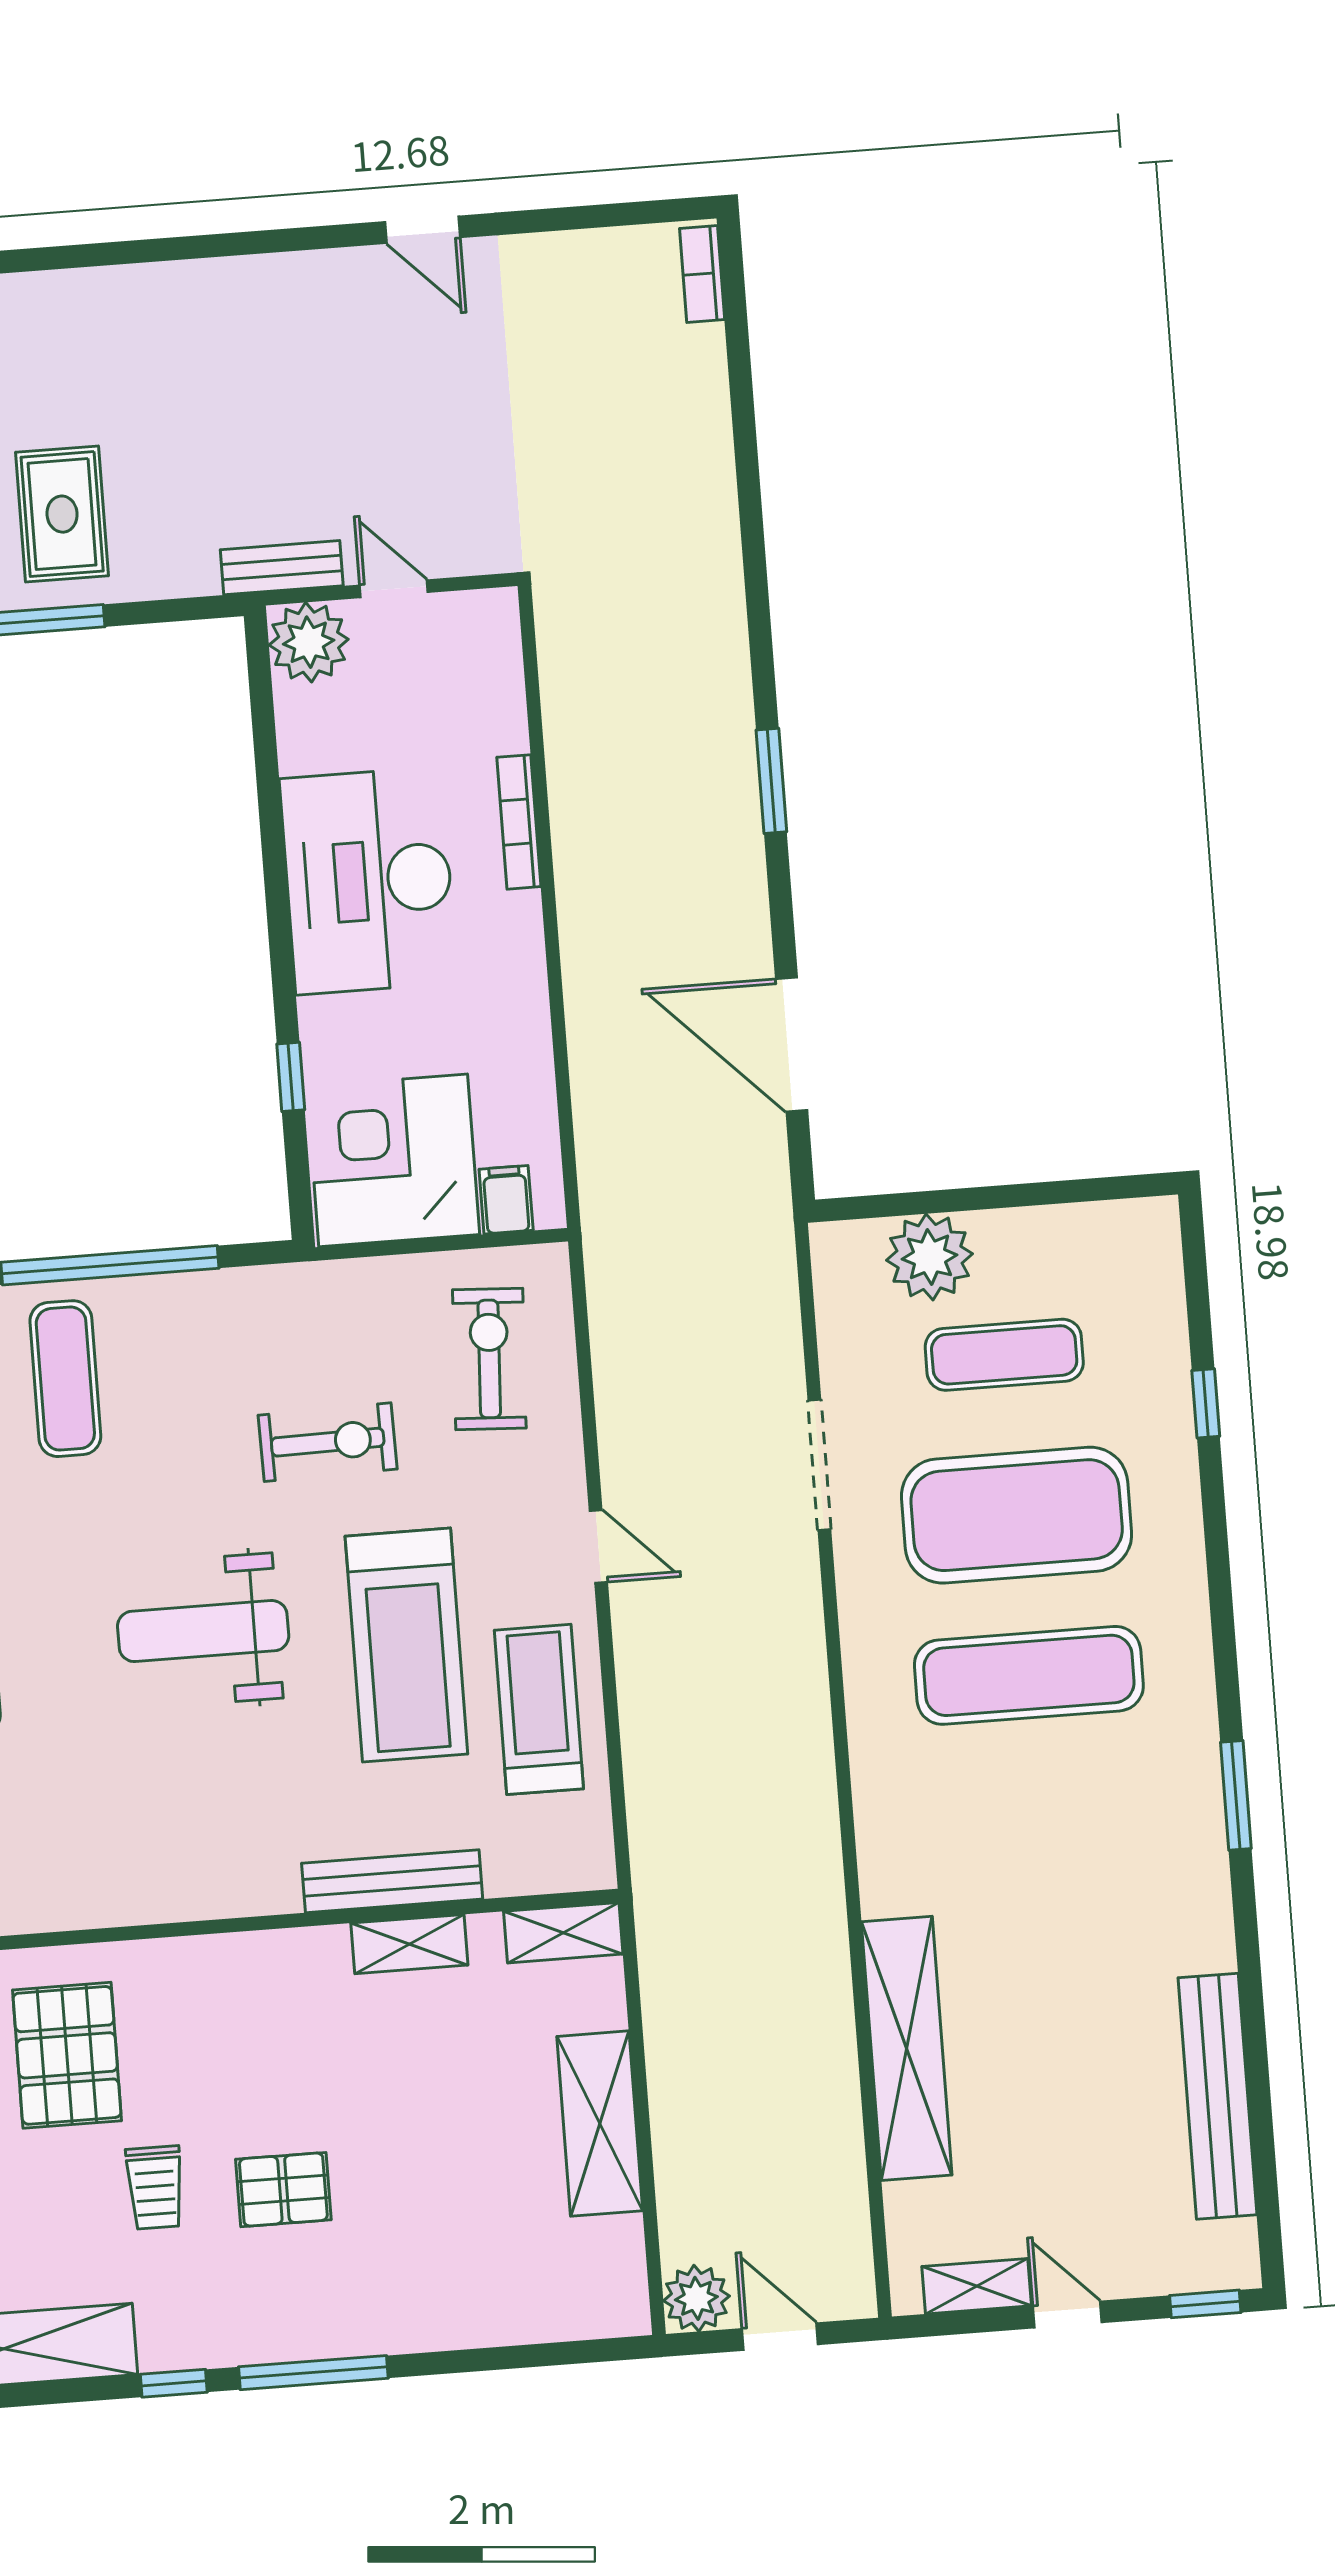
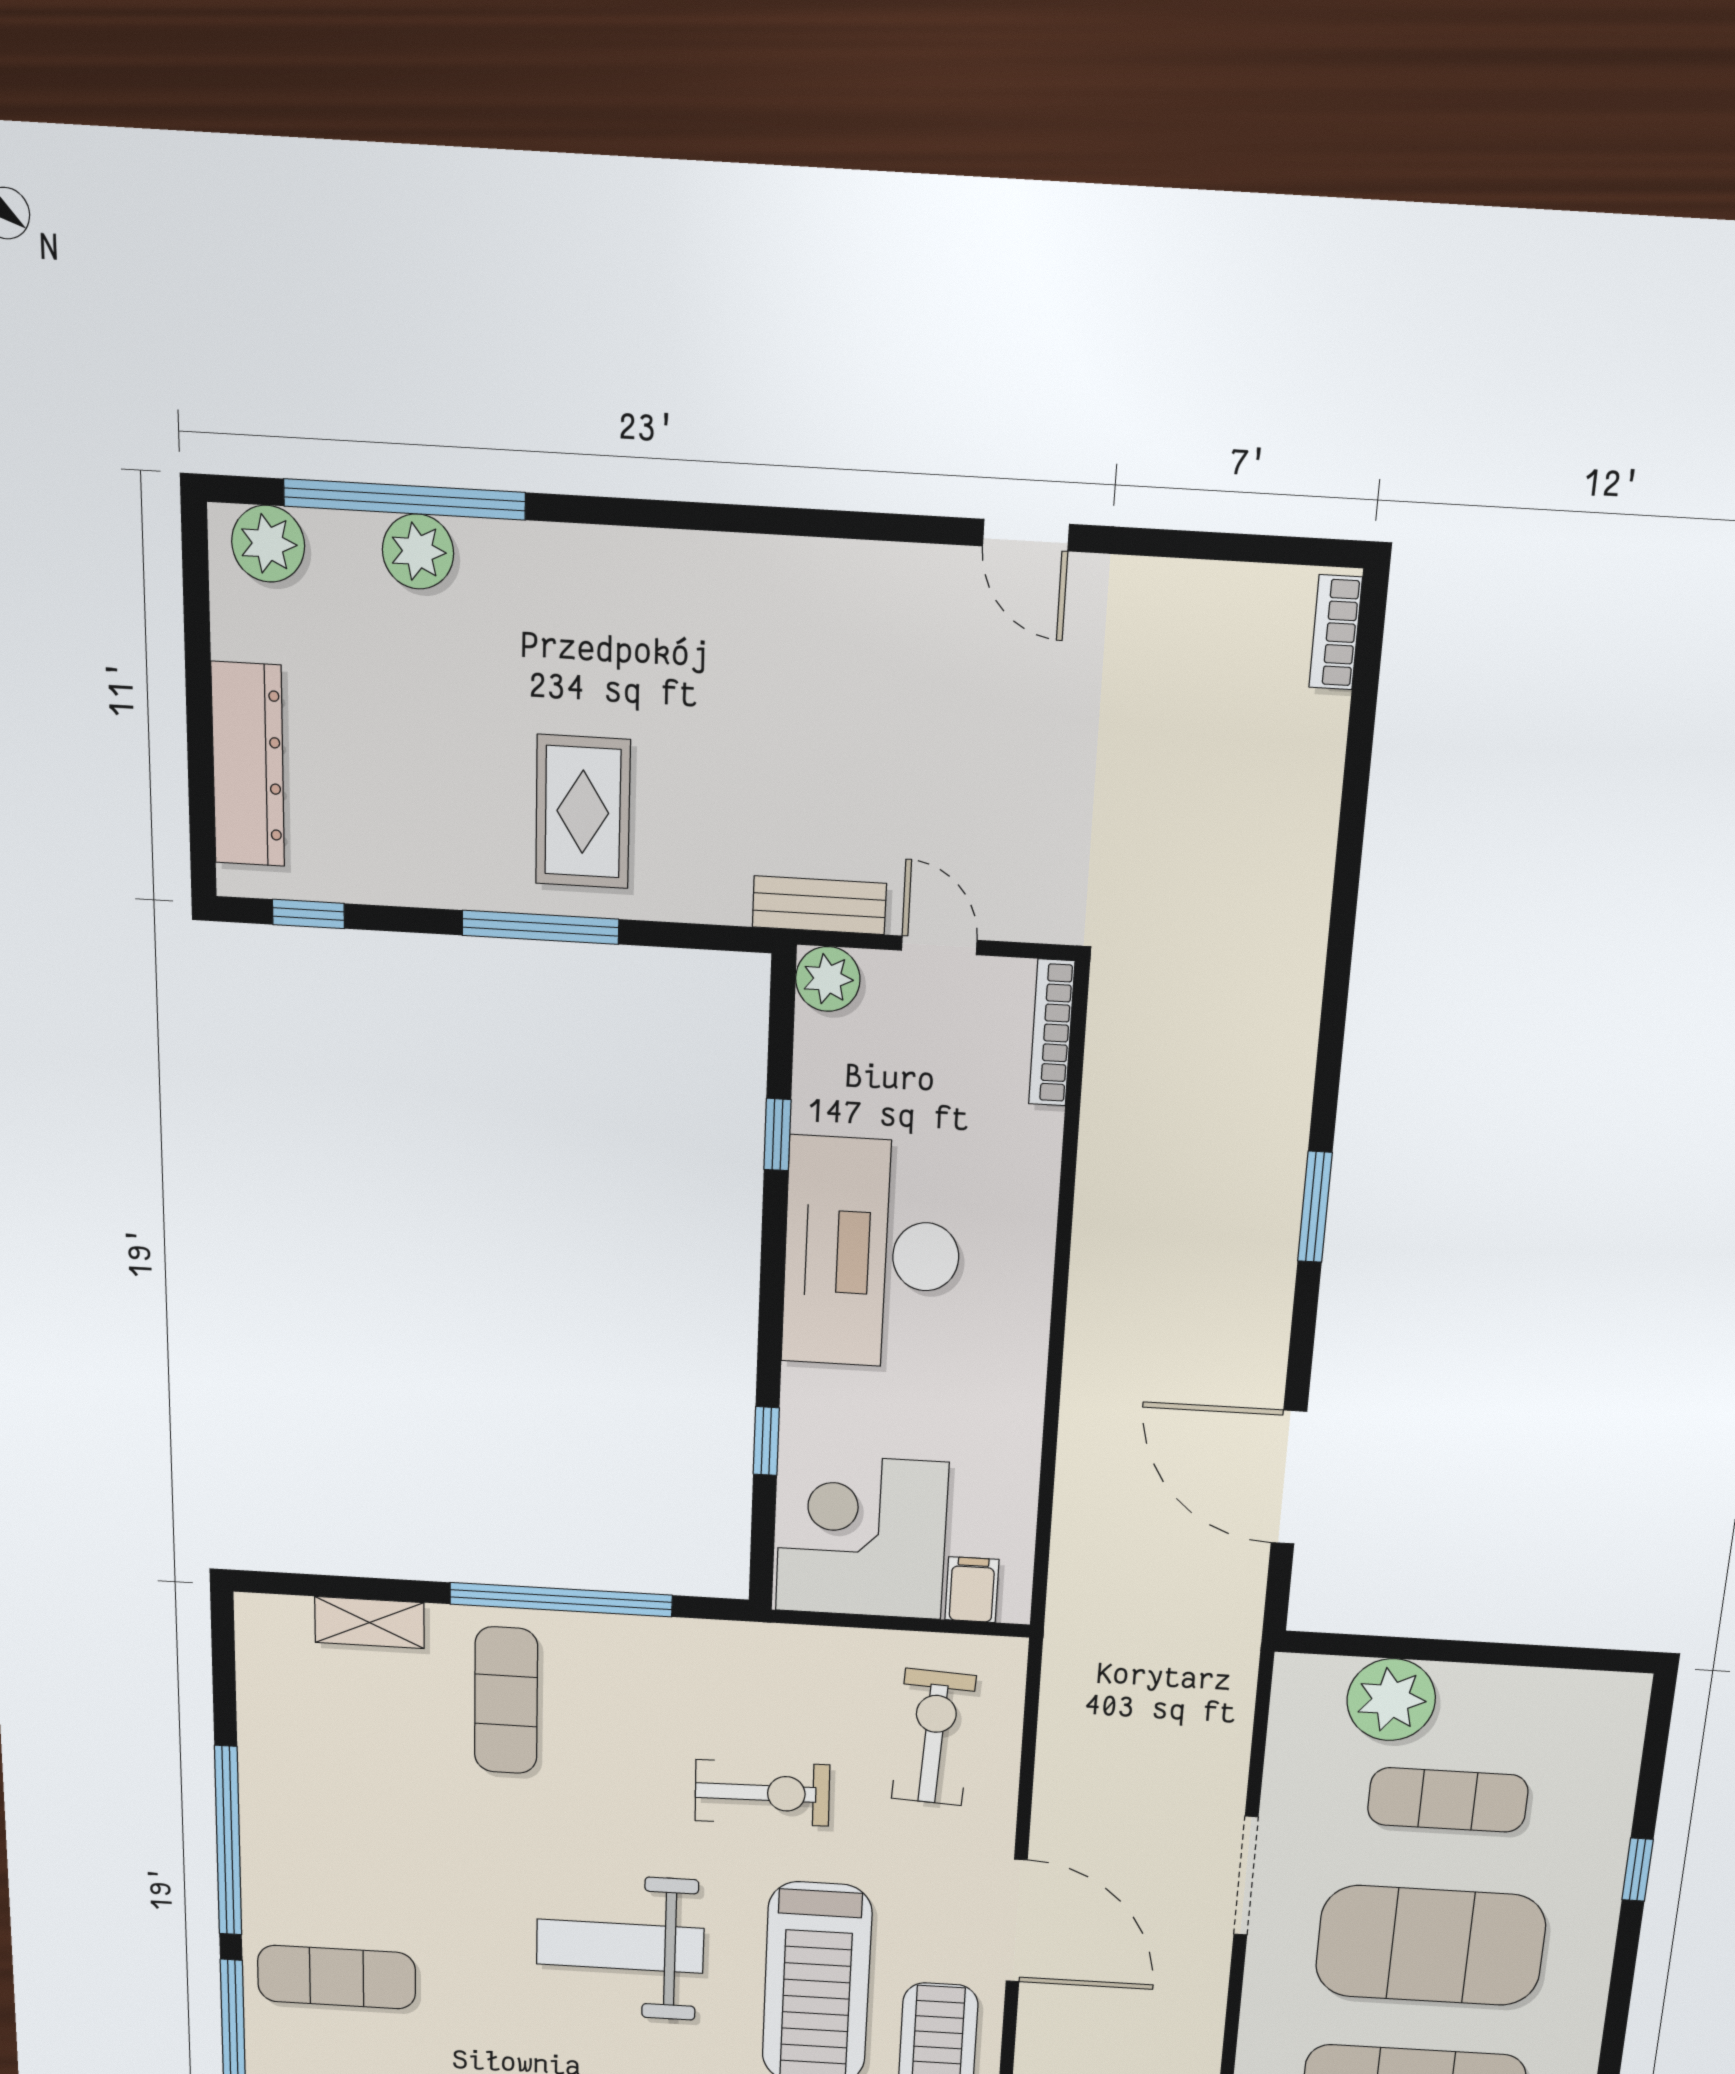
plant: (309, 642) -> (828, 979), width x0.73, depth x0.73
window: (268, 781) -> (777, 1135), added
bookcase: (519, 822) -> (1052, 1033), moved
door: (598, 1546) -> (1017, 1921), width x1.88

